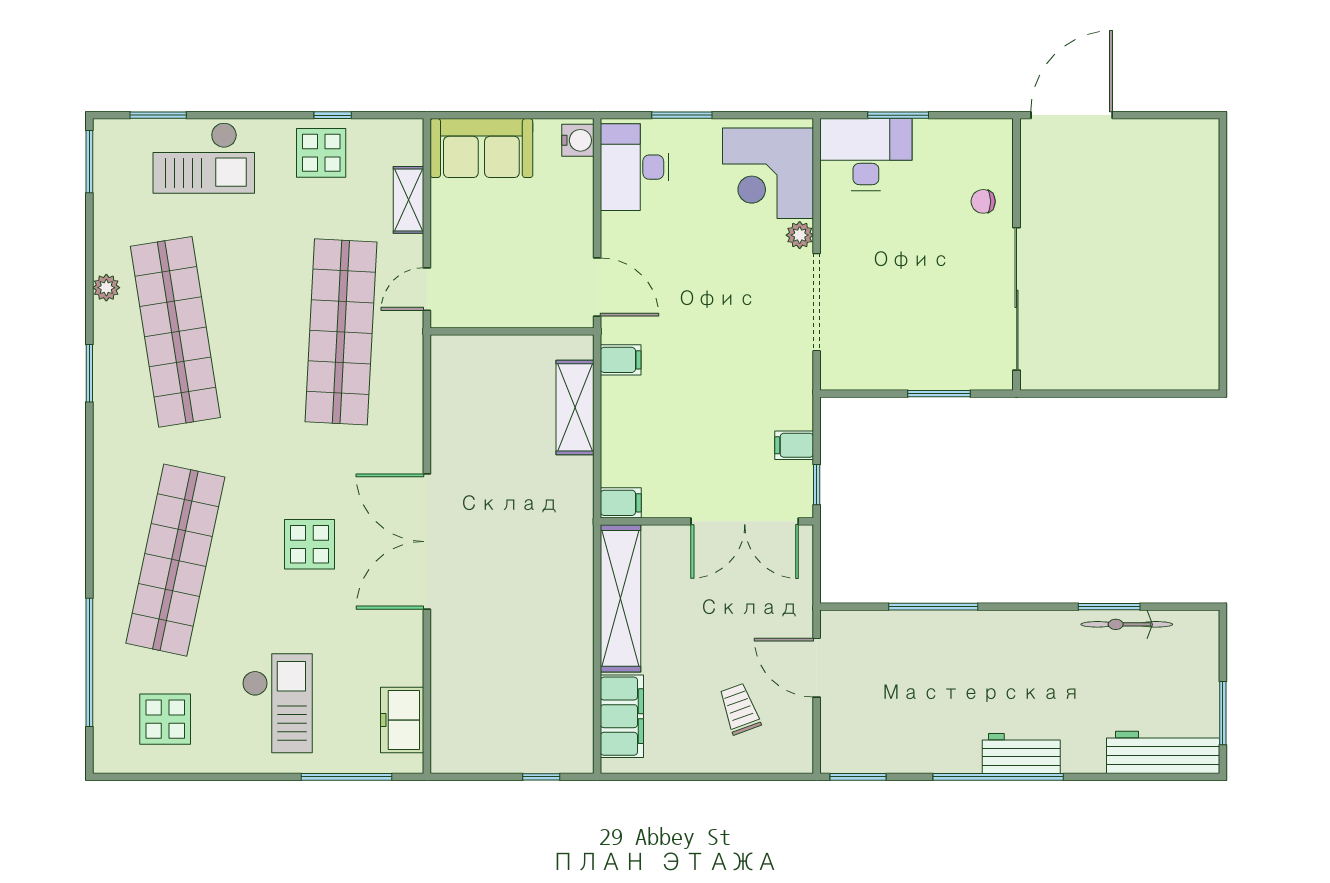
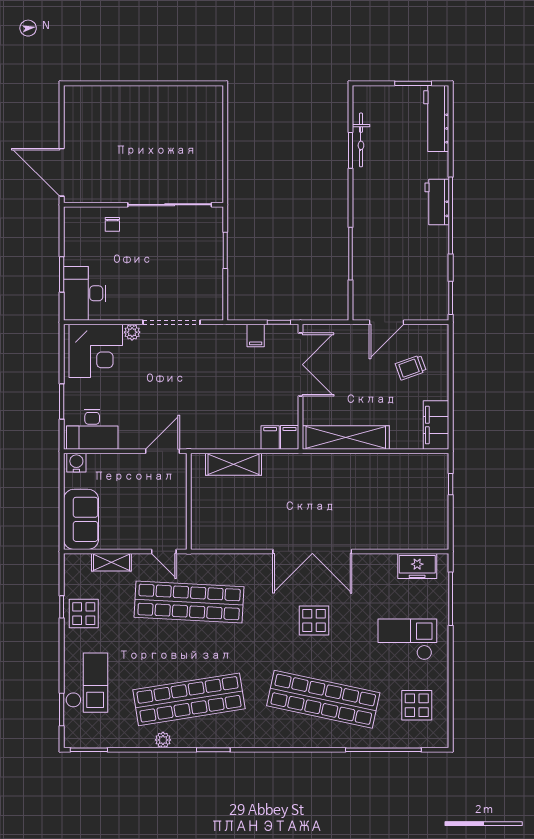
filing cabinet: (621, 360) -> (270, 437), moved
filing cabinet: (622, 716) -> (436, 425), moved, turned -90

